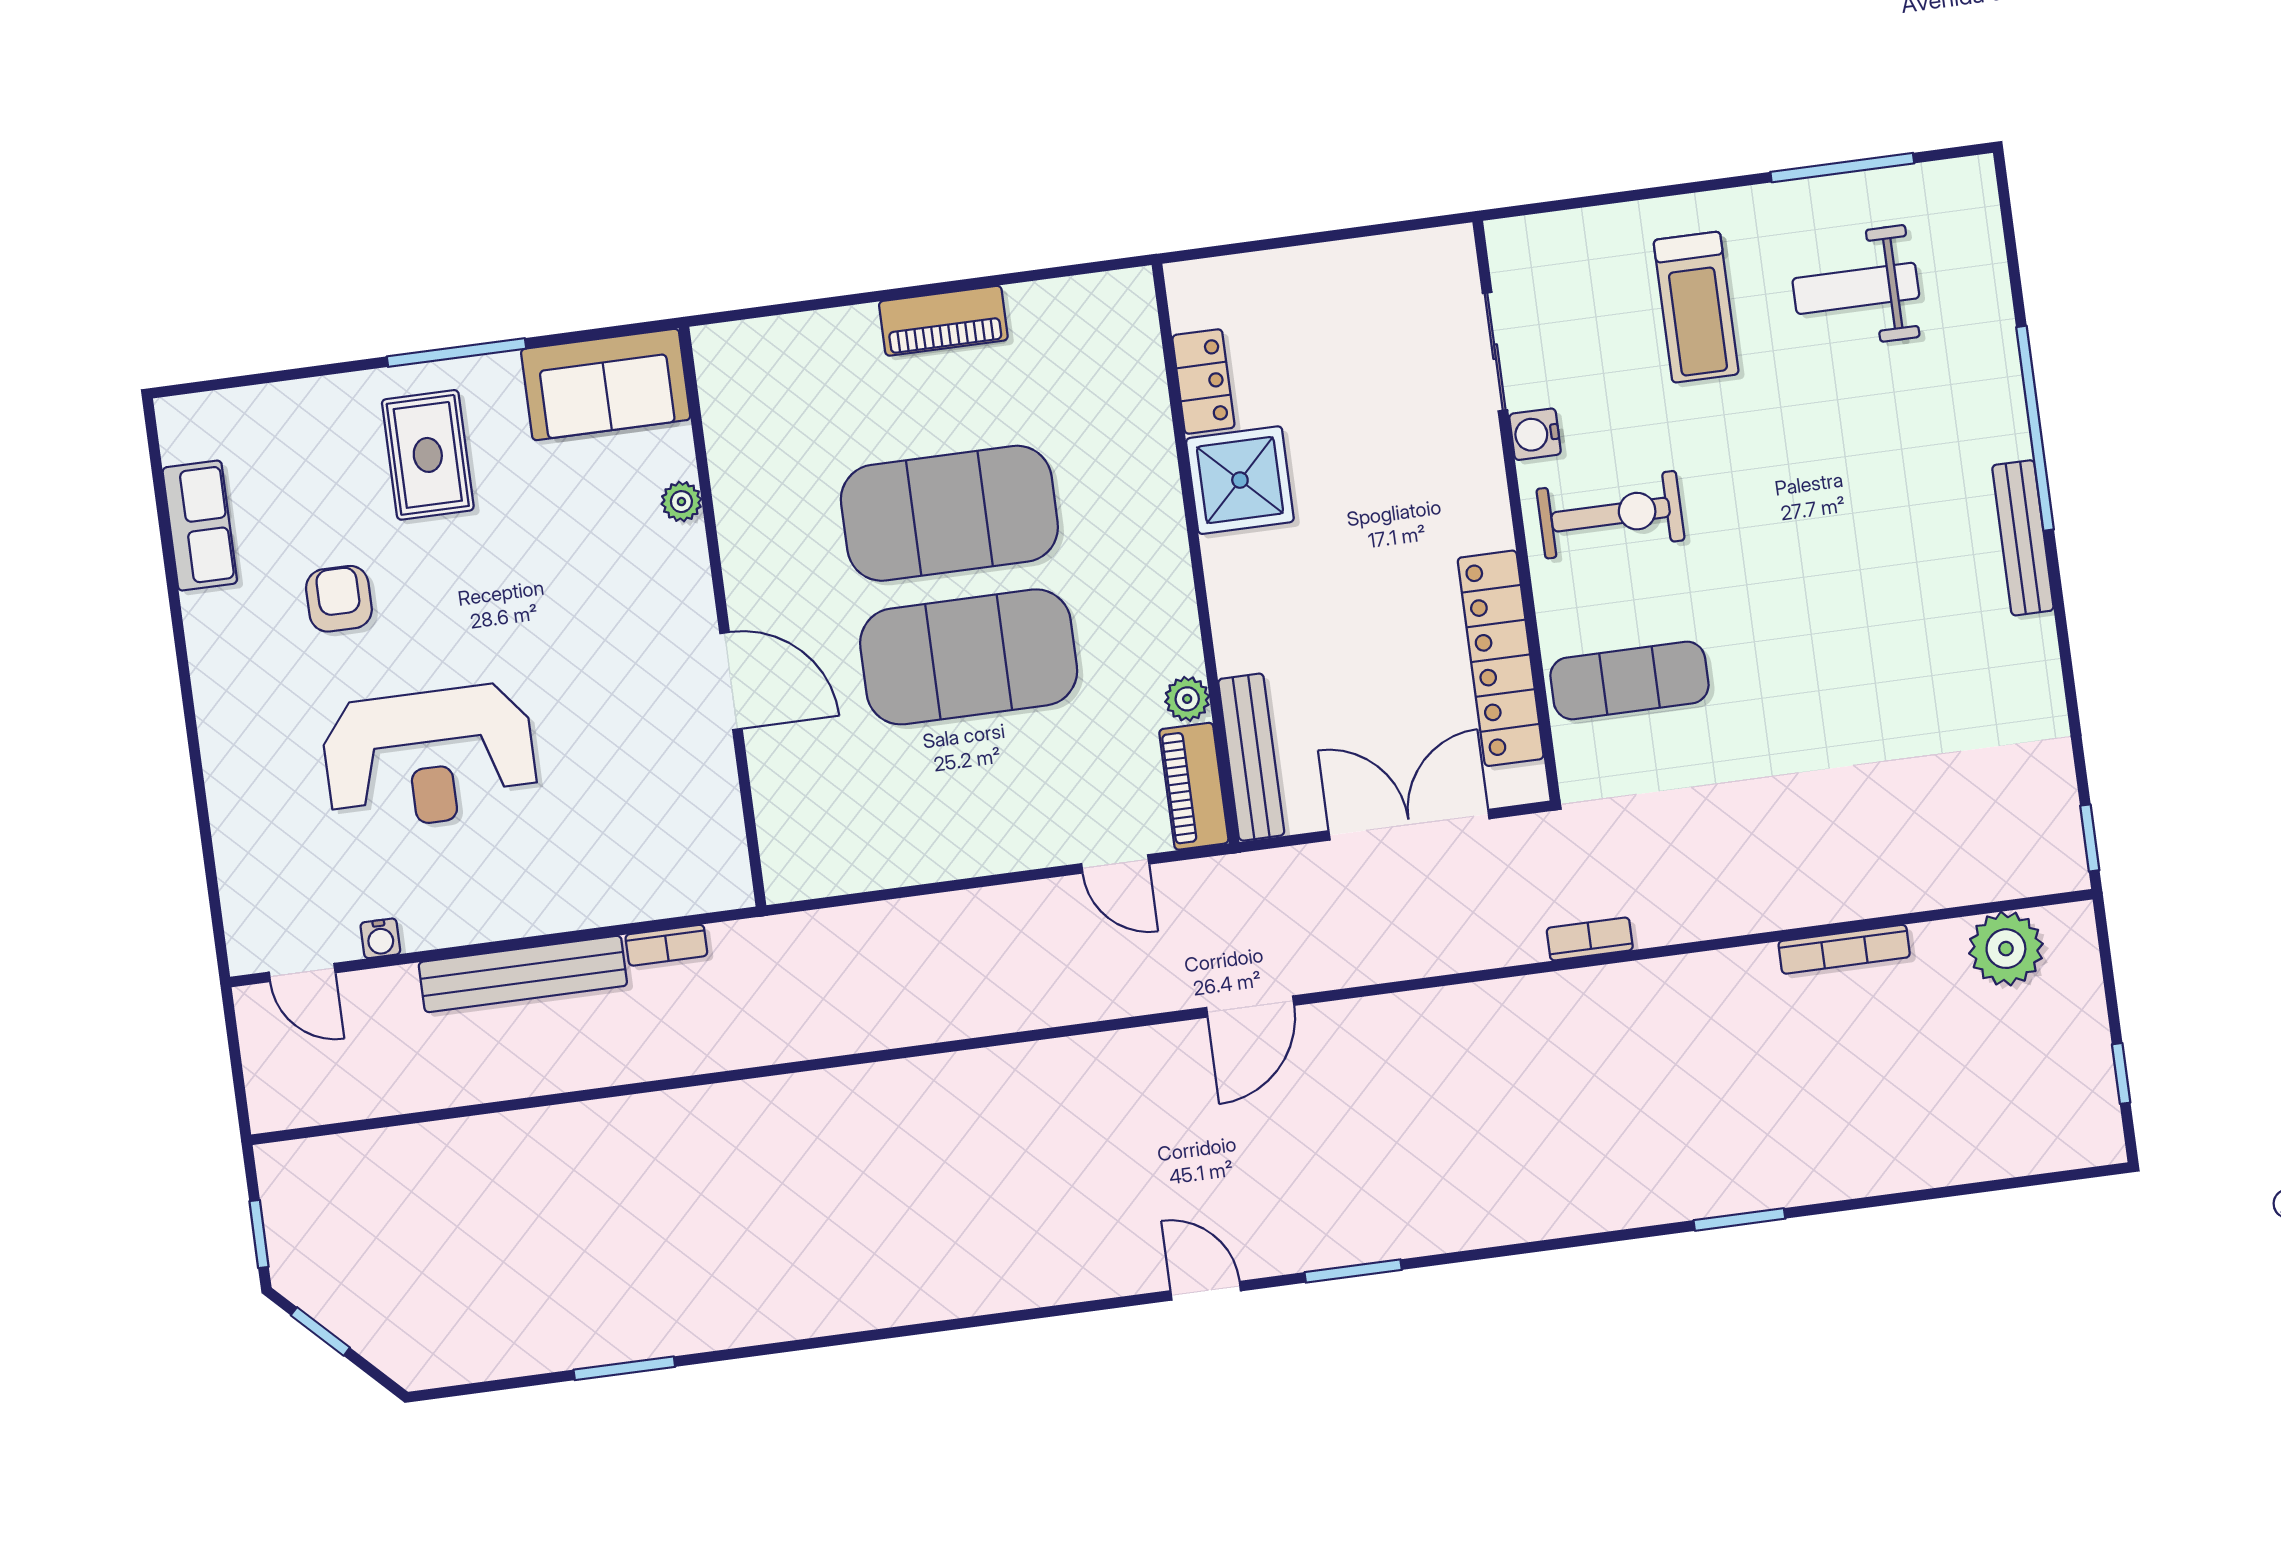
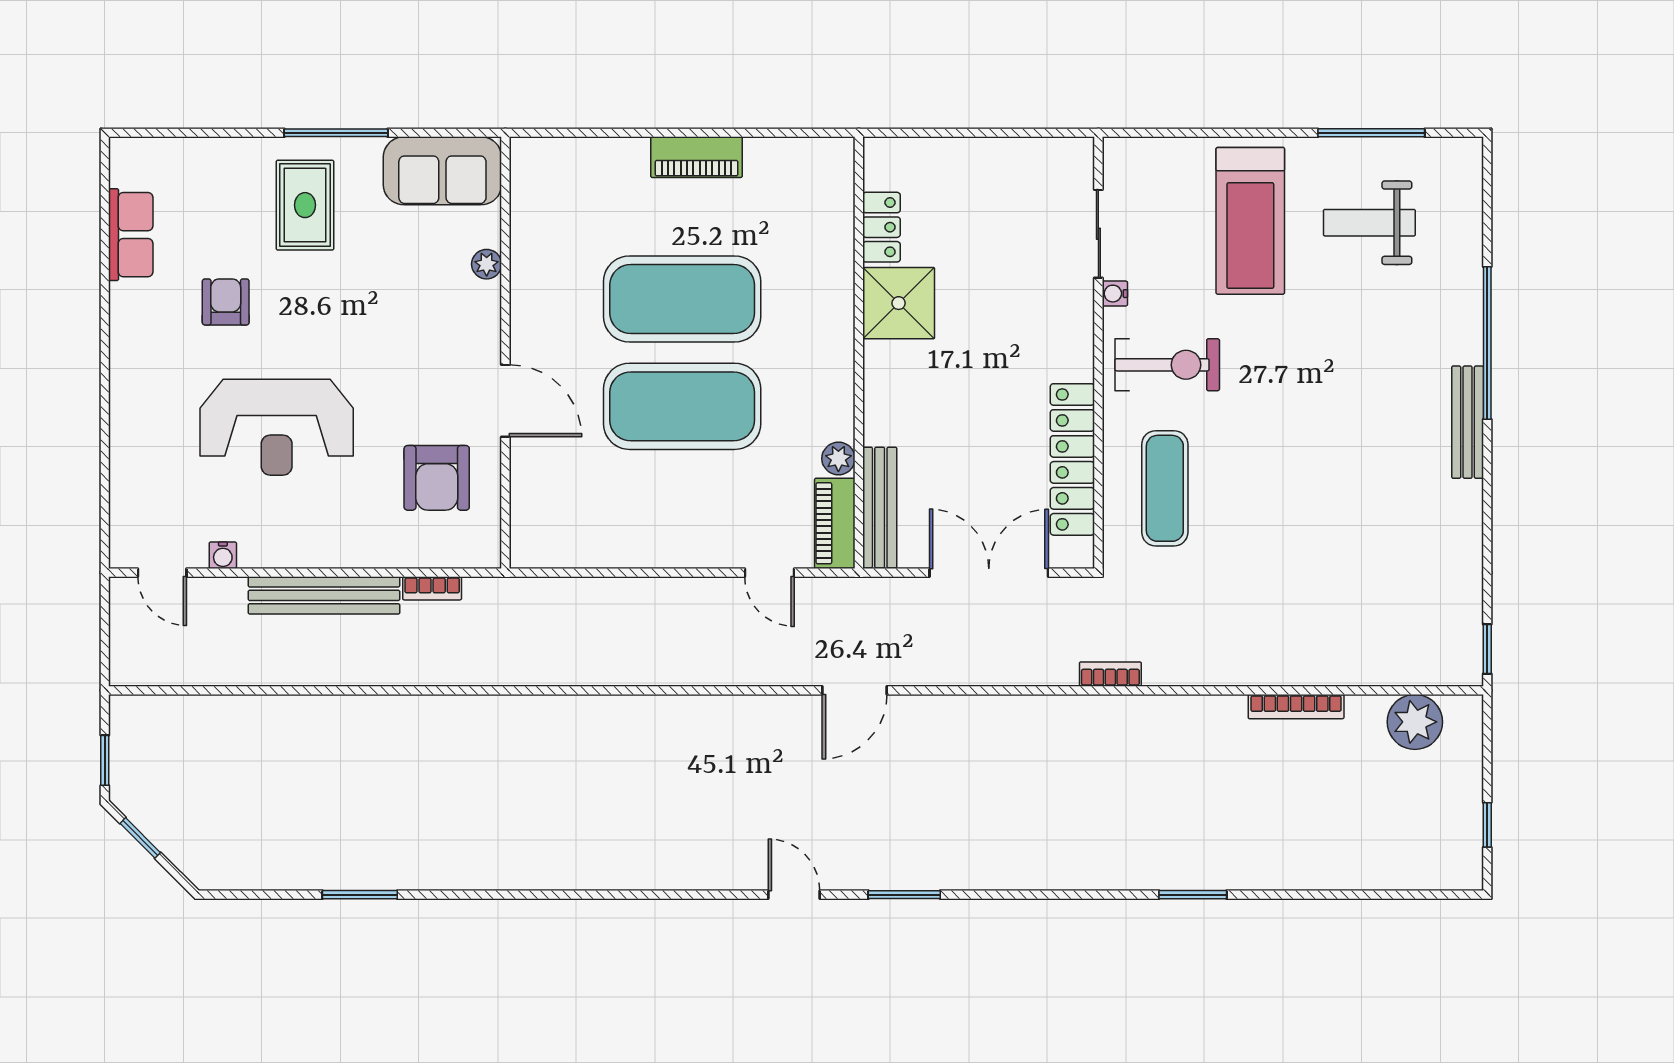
treadmill: (1696, 307) -> (1250, 221), width x1.37, depth x1.37
water cooler: (1535, 434) -> (1115, 294), width x0.72, depth x0.72
exercise mat: (1629, 680) -> (1165, 488), turned 90
armchair: (653, 797) -> (437, 478), added

